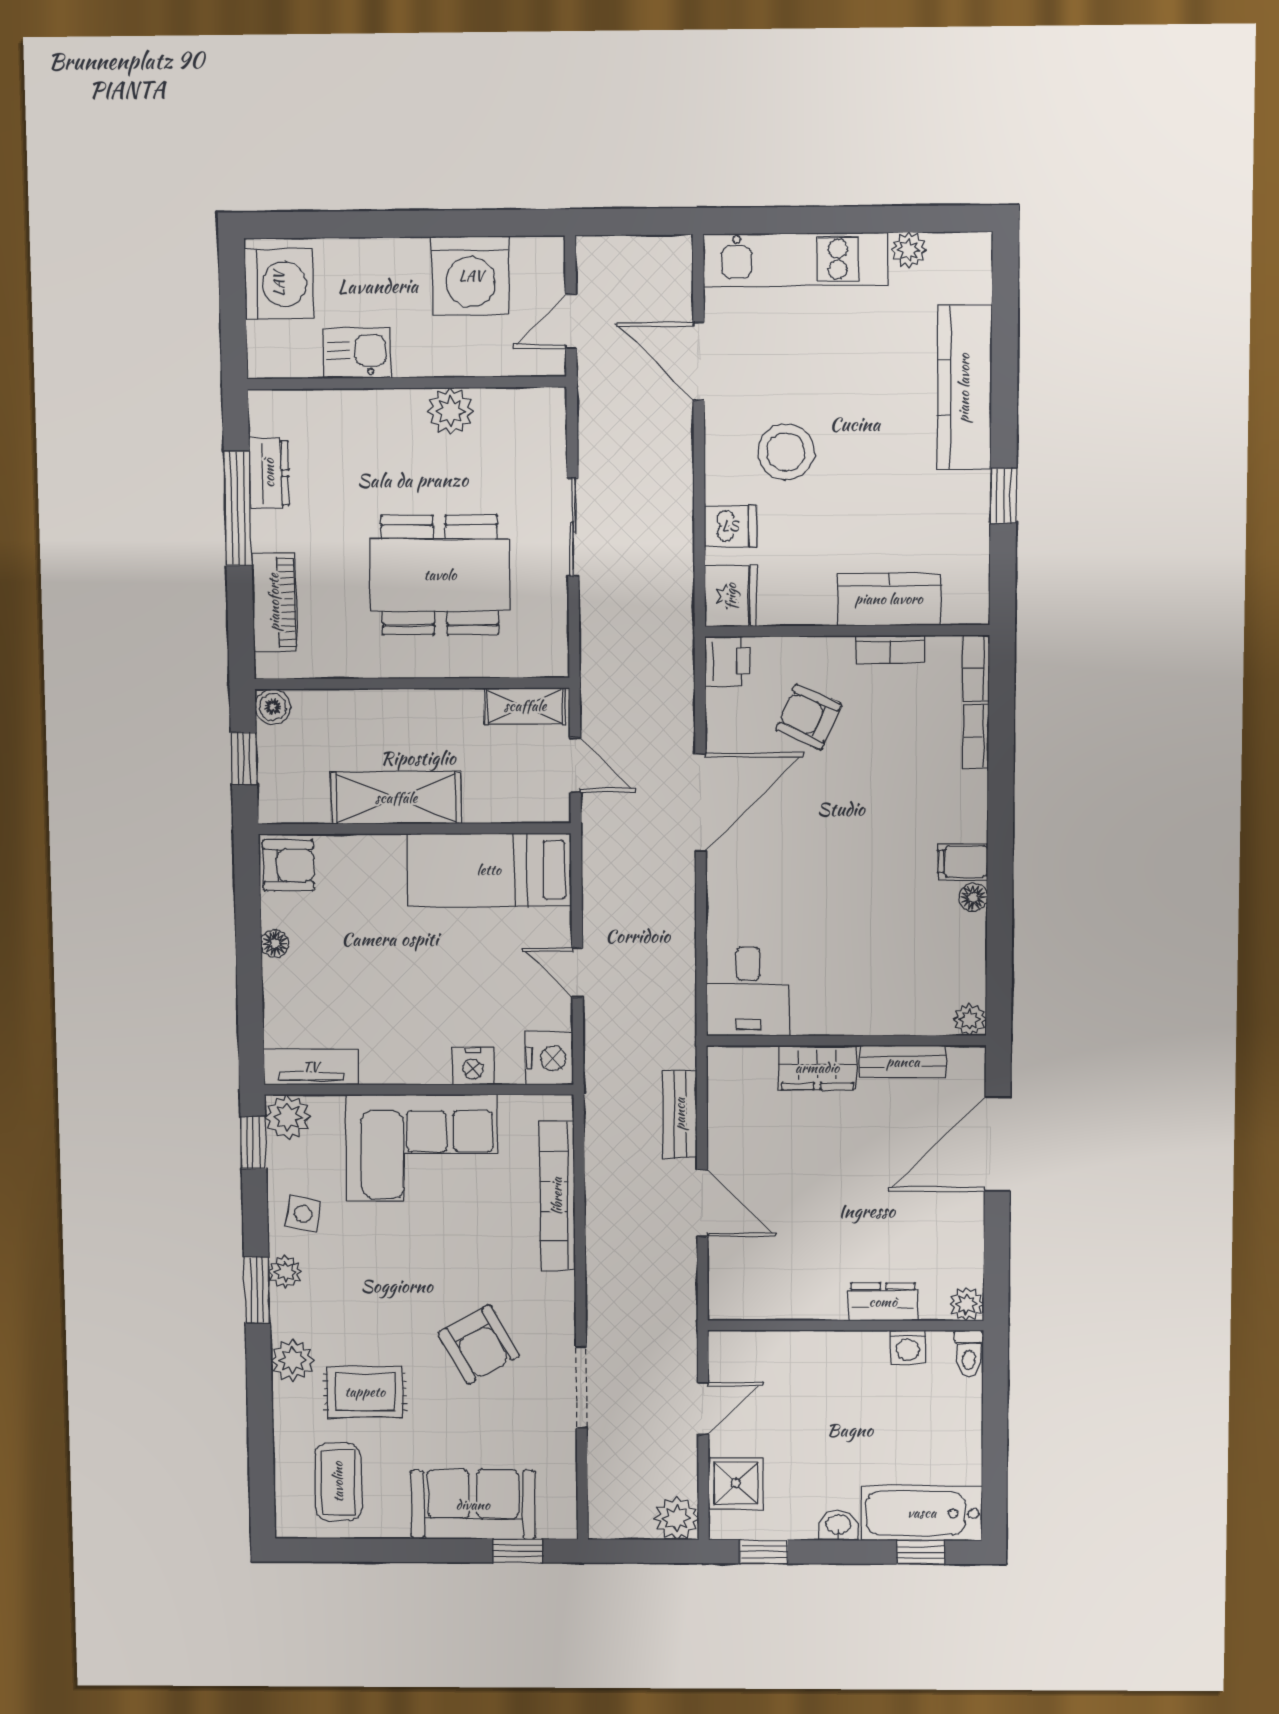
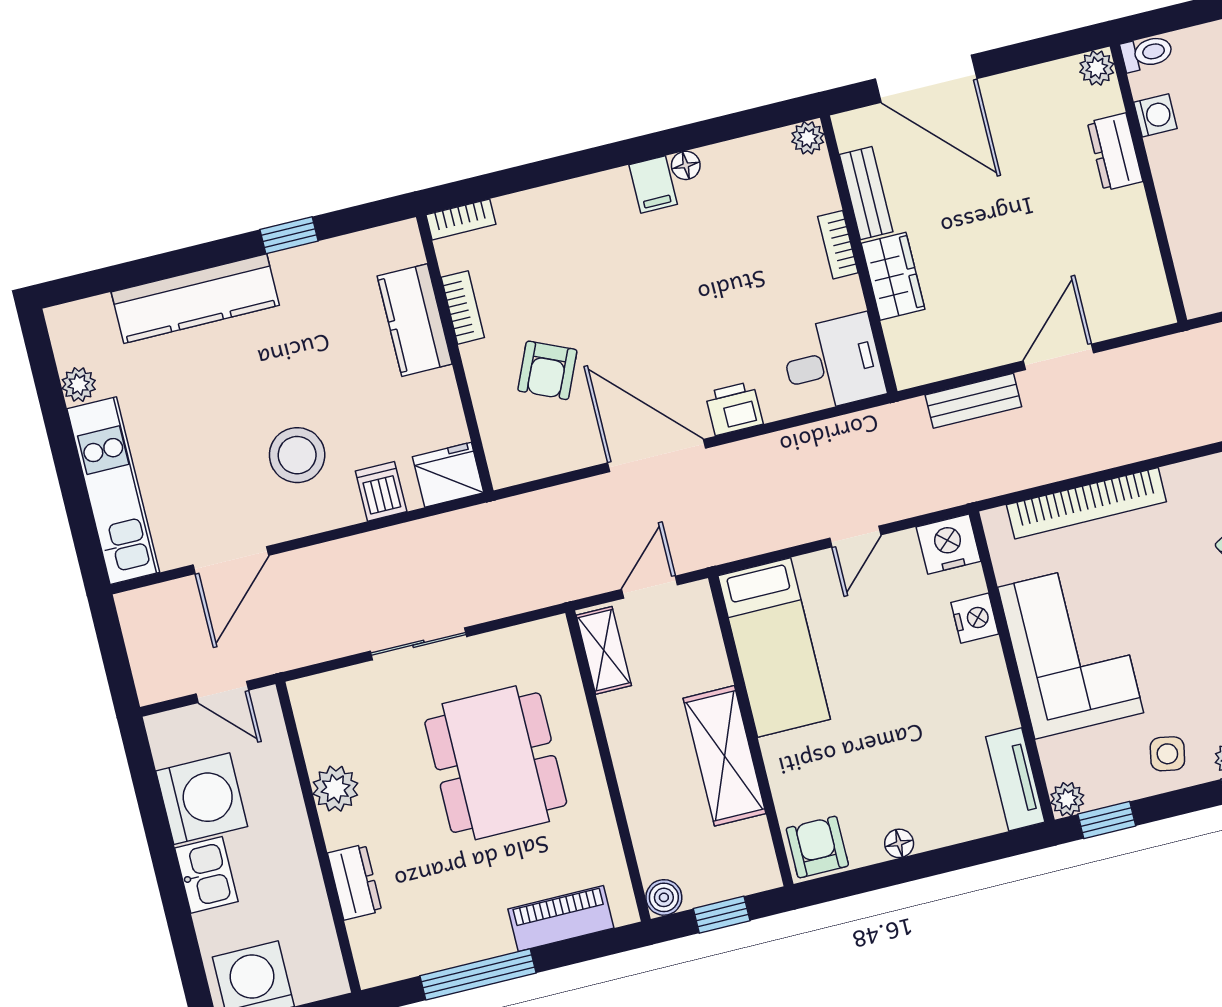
kitchen sink: (357, 353) -> (206, 875), moved, turned 180
dresser: (269, 473) -> (355, 882), moved, turned 90
printer: (727, 661) -> (734, 408), moved
bookcase: (976, 736) -> (838, 245), moved, turned 90
plant: (288, 1117) -> (1067, 799), width x0.73, depth x0.73

